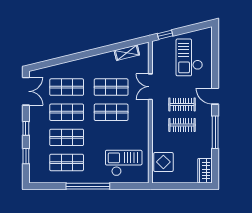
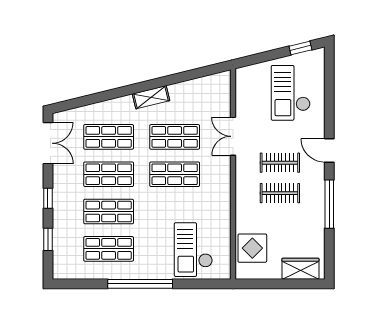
window: (165, 35) -> (300, 48), moved
shelving: (127, 53) -> (151, 97), moved
checkout: (124, 163) -> (193, 250), turned -90
wardrobe: (205, 171) -> (300, 269), moved, turned 90

